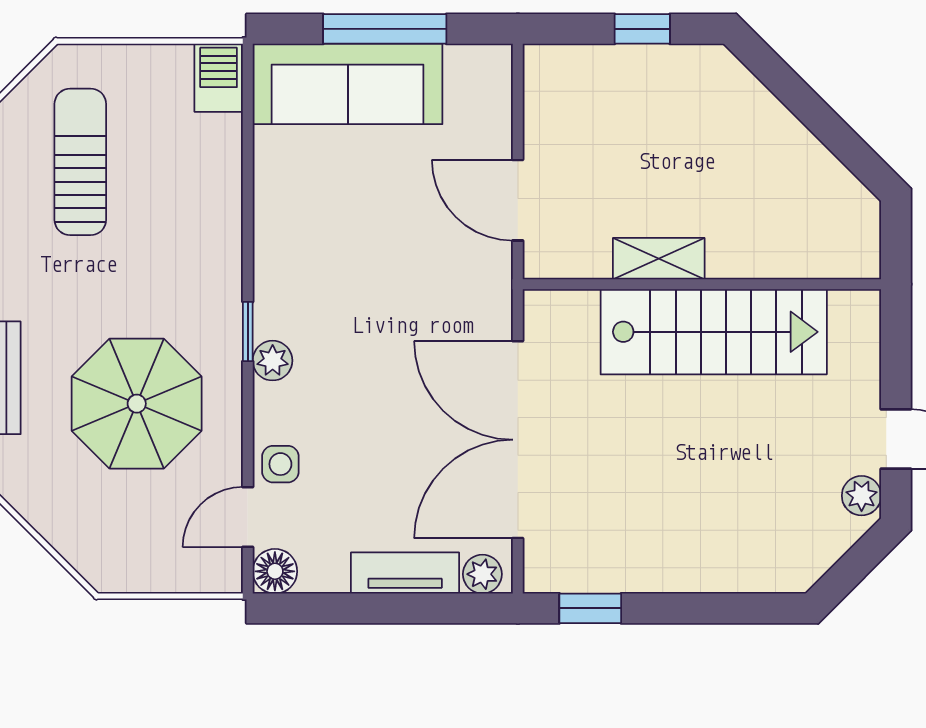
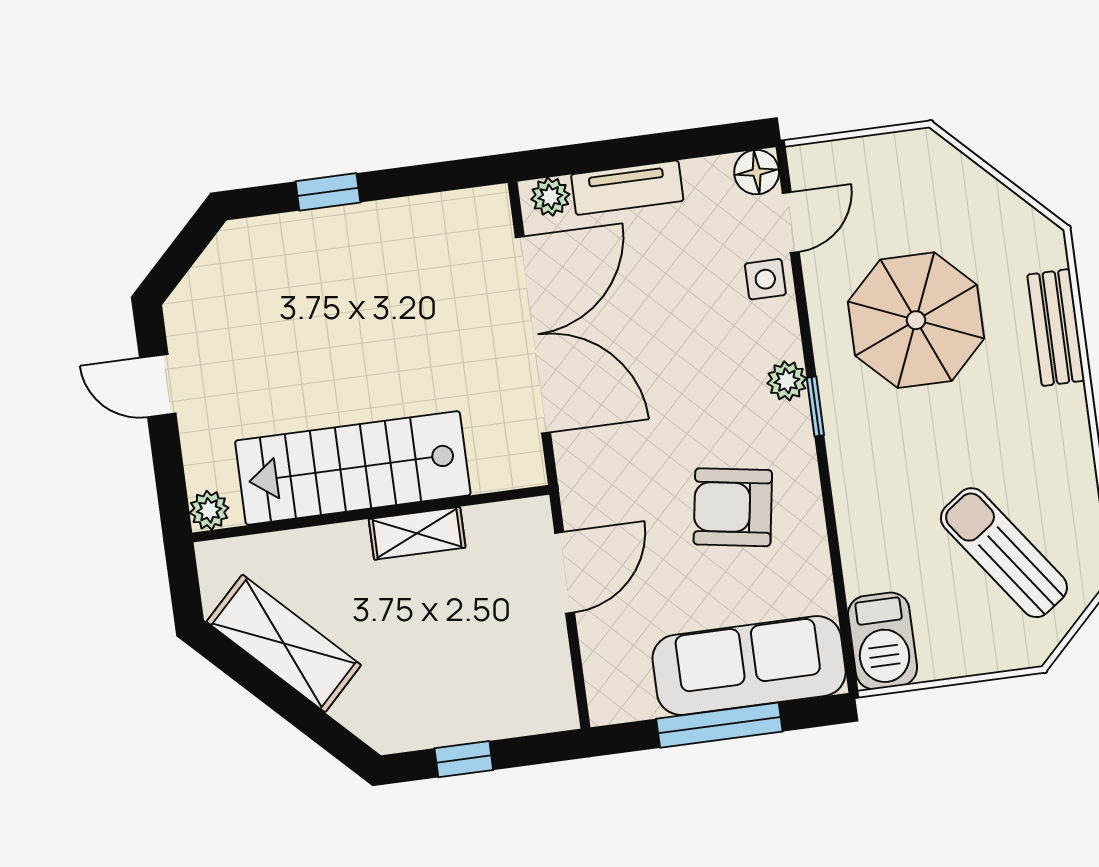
barbecue: (219, 78) -> (883, 641), width x1.38, depth x1.27
sun lounger: (80, 162) -> (1004, 553), turned 144
shelving: (805, 167) -> (284, 643), added
door: (518, 200) -> (565, 573), hinge flipped
armchair: (343, 243) -> (733, 507), added
plant: (862, 496) -> (209, 510), moved
window: (590, 608) -> (328, 192), moved

